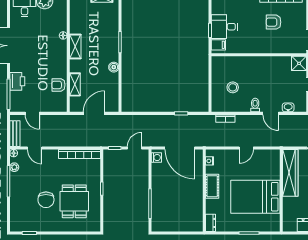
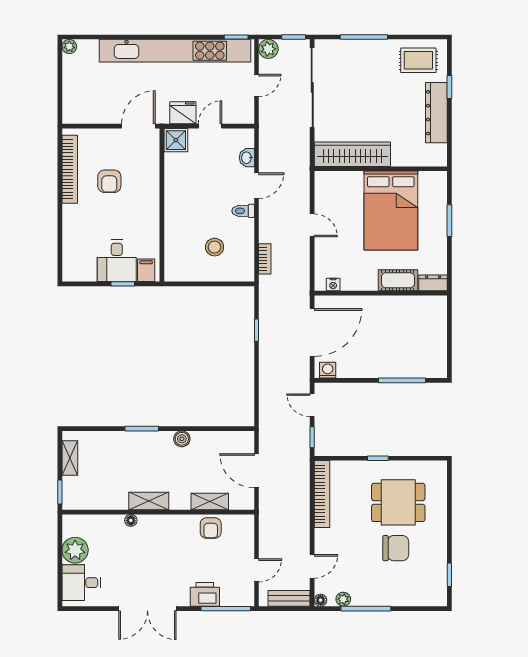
cot: (212, 186) -> (398, 280), moved

